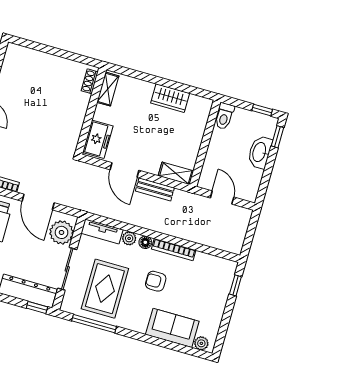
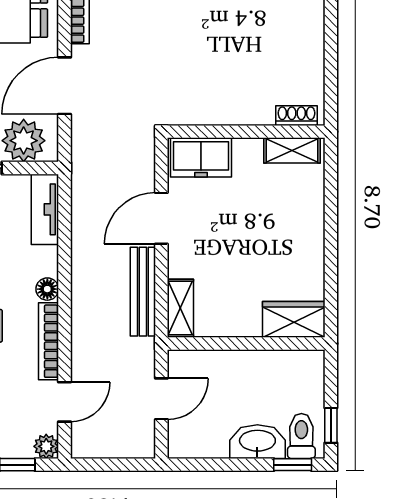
wardrobe: (170, 98) -> (294, 319), moved, turned 90
toilet: (224, 116) -> (301, 436), moved, turned 90
bench: (155, 189) -> (143, 292), width x1.36
plant: (129, 238) -> (46, 446), moved
door: (209, 250) -> (65, 402), added

